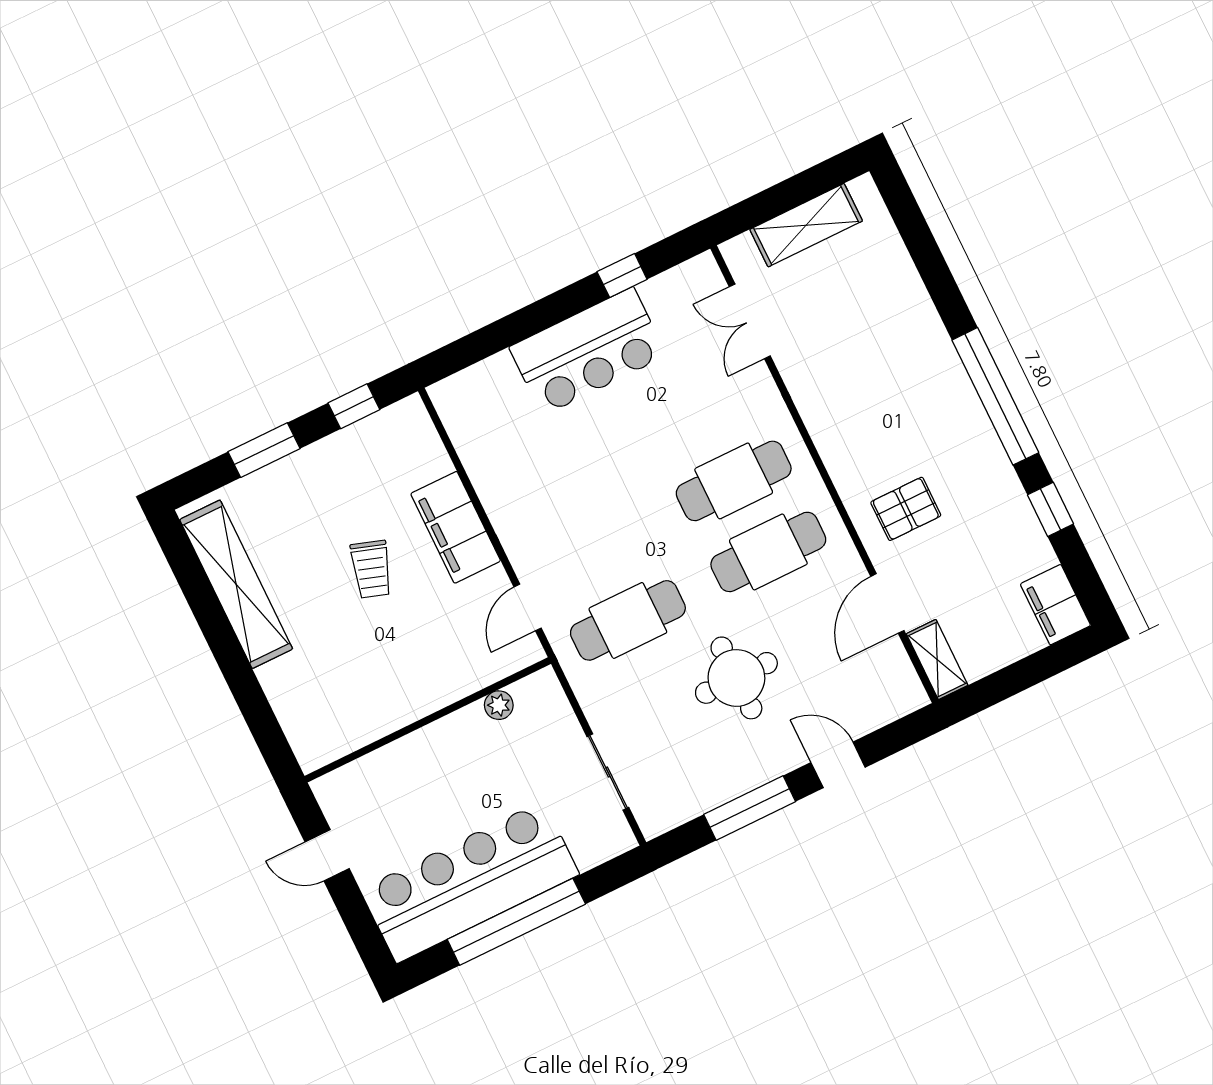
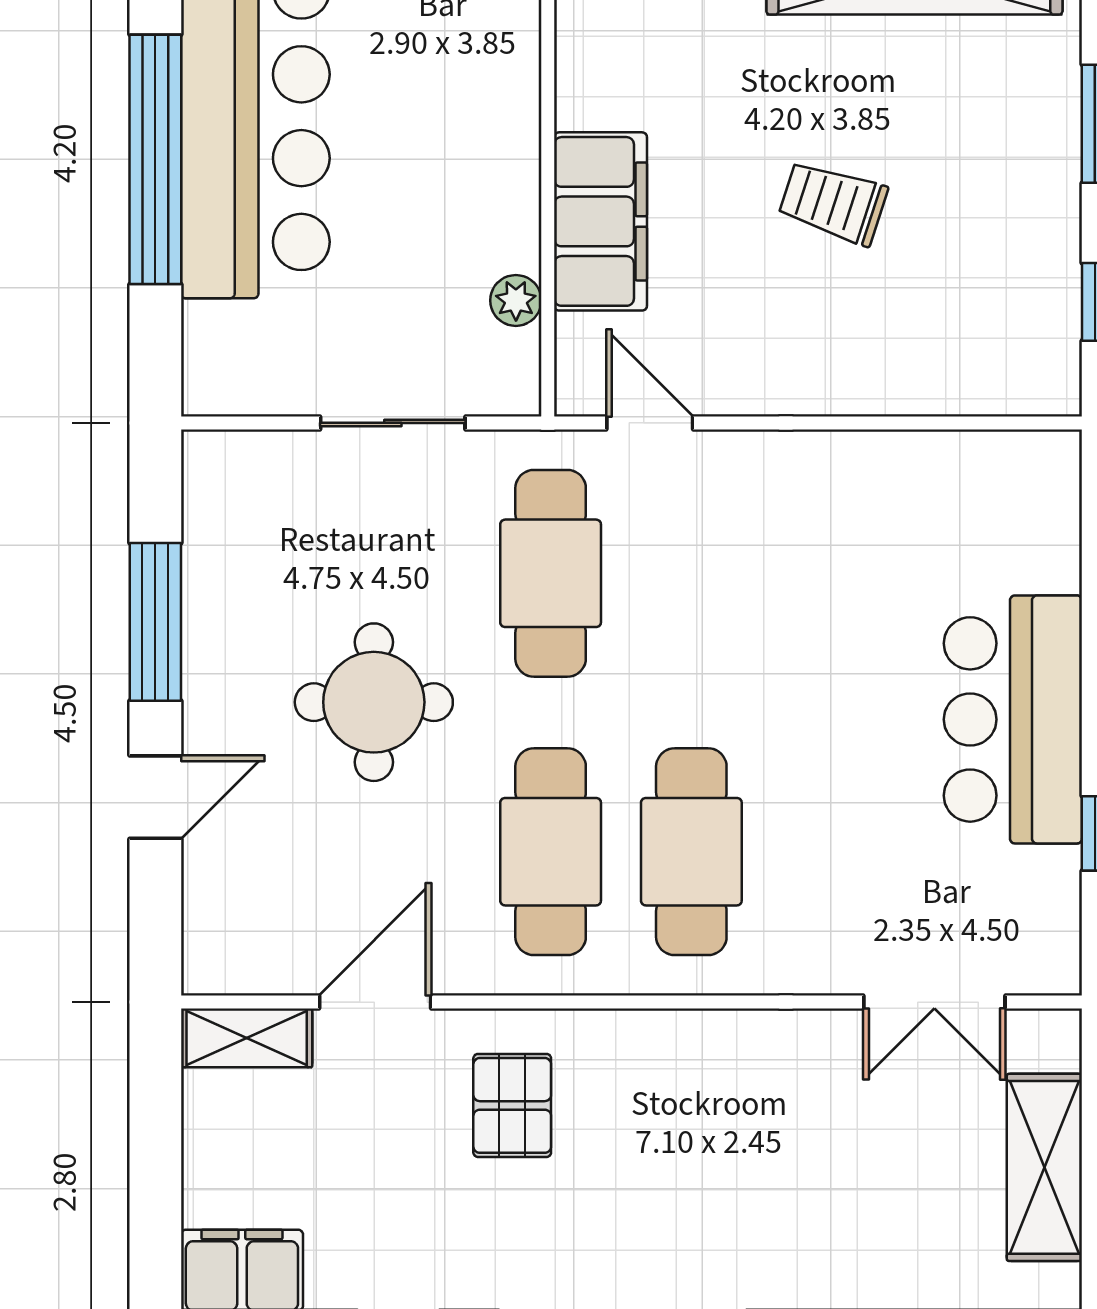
double door: (750, 321) -> (934, 1002), swing flipped
filing cabinet: (456, 527) -> (601, 221), moved, turned 90
door: (887, 603) -> (375, 1002), hinge flipped
sliding door: (608, 772) -> (393, 423), moved

